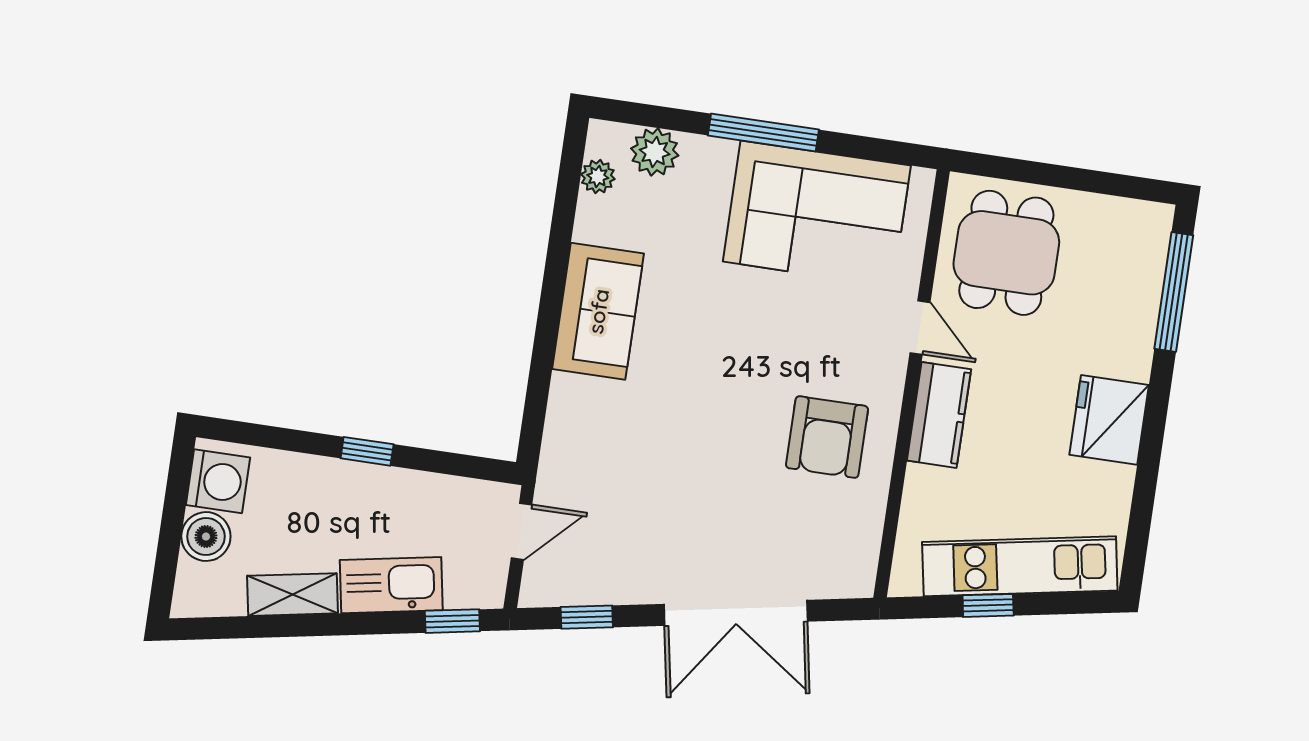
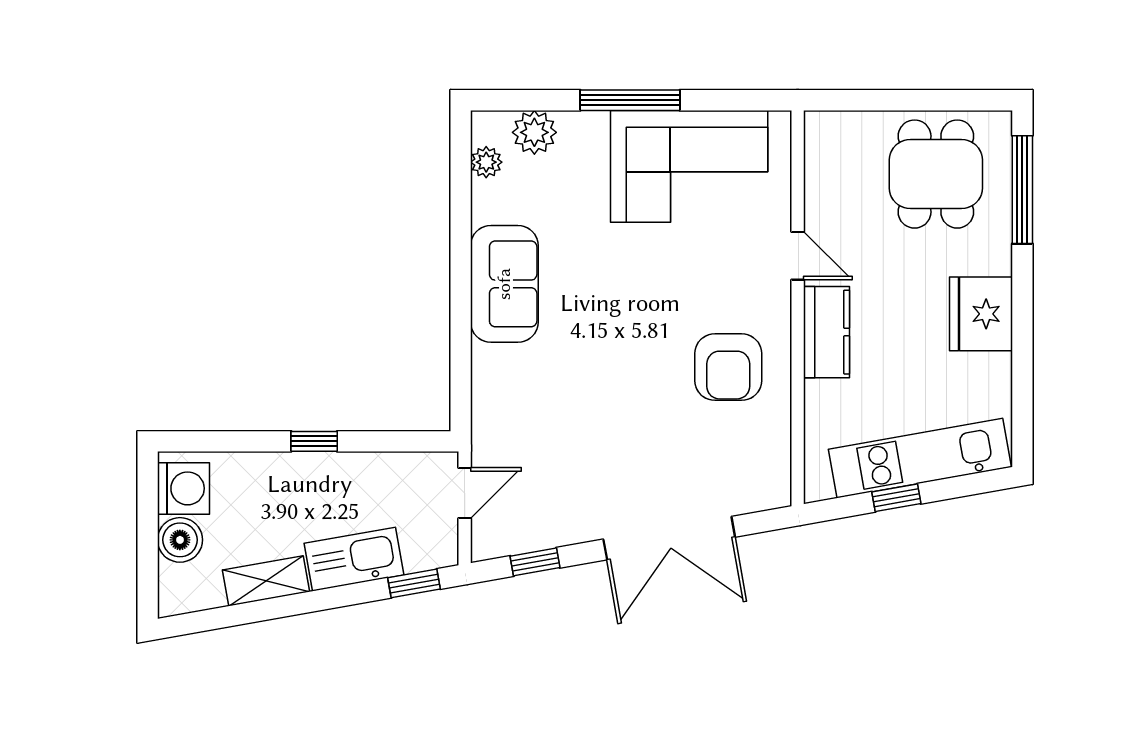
dining table: (1006, 253) -> (936, 174), moved

